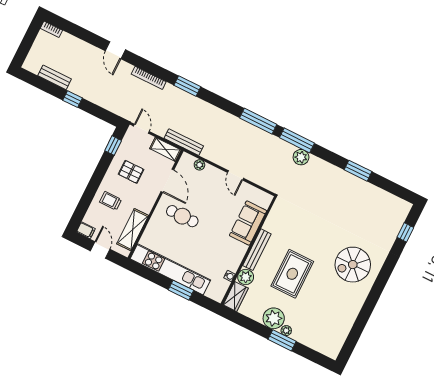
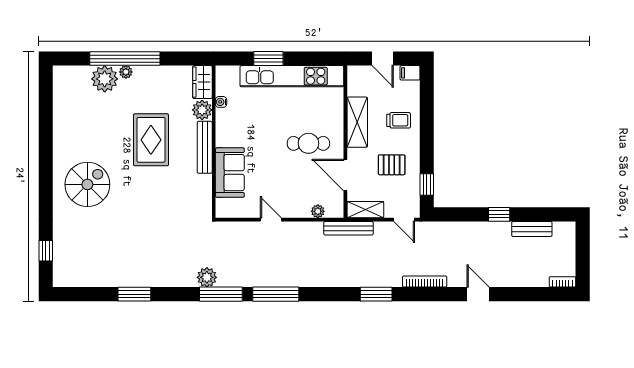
shelving: (133, 230) -> (357, 122), moved
plant: (274, 318) -> (105, 79), moved
window: (282, 340) -> (125, 59), width x2.11

